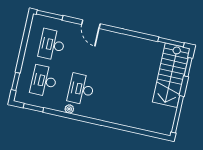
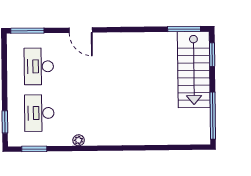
desk: (81, 89) -> (87, 113), removed

